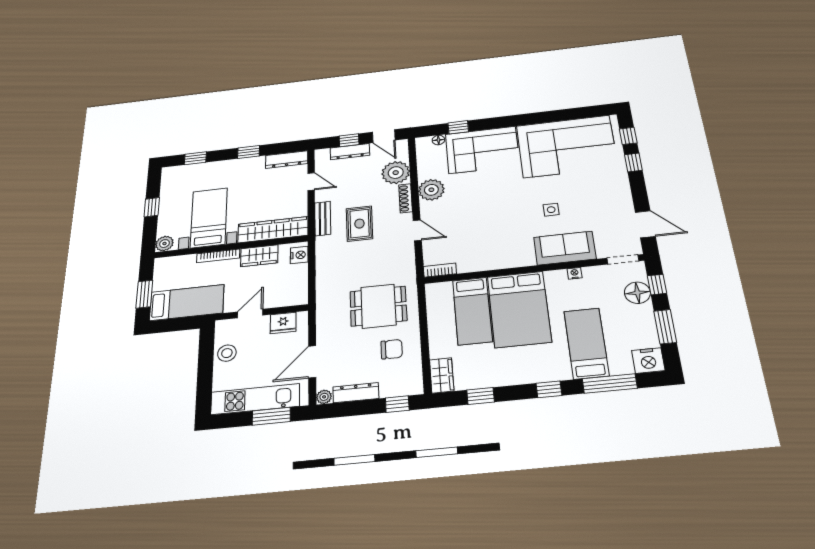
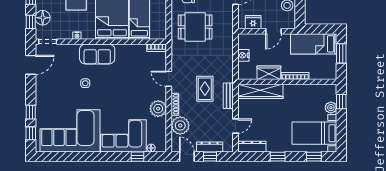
door: (311, 182) -> (236, 126), swing flipped
window: (152, 207) -> (341, 102), moved
bed with nightstands: (209, 218) -> (314, 133), moved, turned 90
door: (645, 224) -> (31, 65), swing flipped
plant: (164, 244) -> (331, 108), moved
sofa: (565, 248) -> (97, 54), moved
nightstand: (299, 255) -> (243, 55), moved

